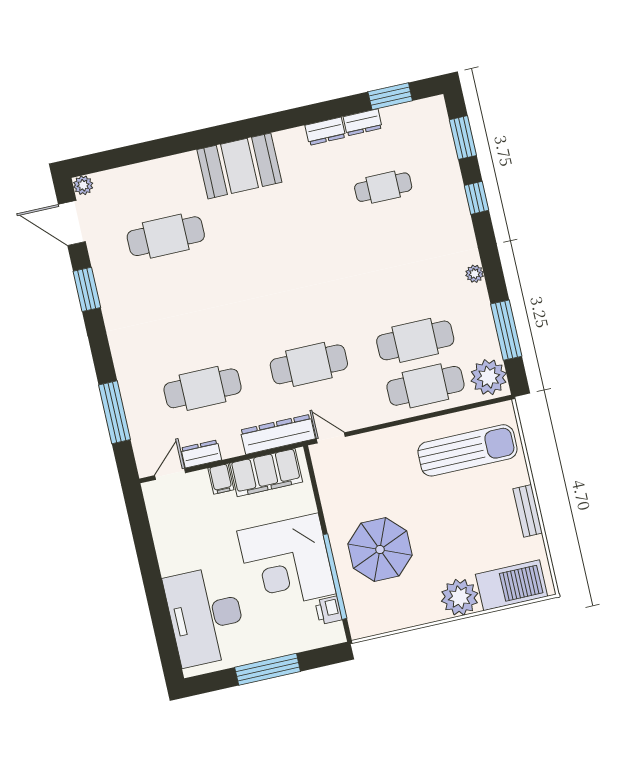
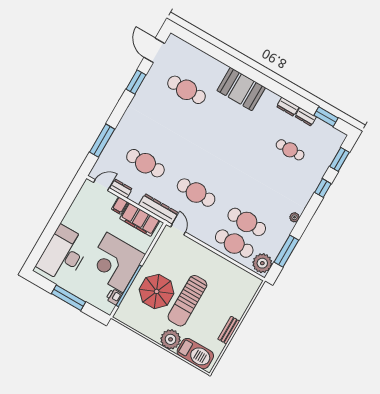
plant: (83, 185) -> (173, 40), removed
sun lounger: (467, 450) -> (187, 301), moved, turned 90

